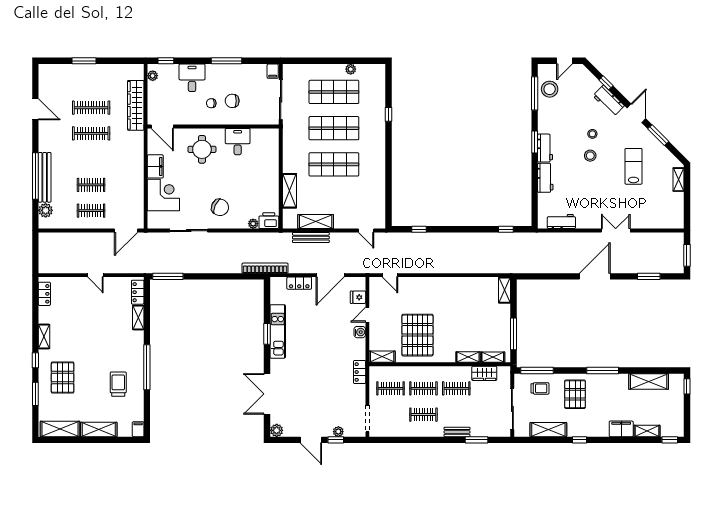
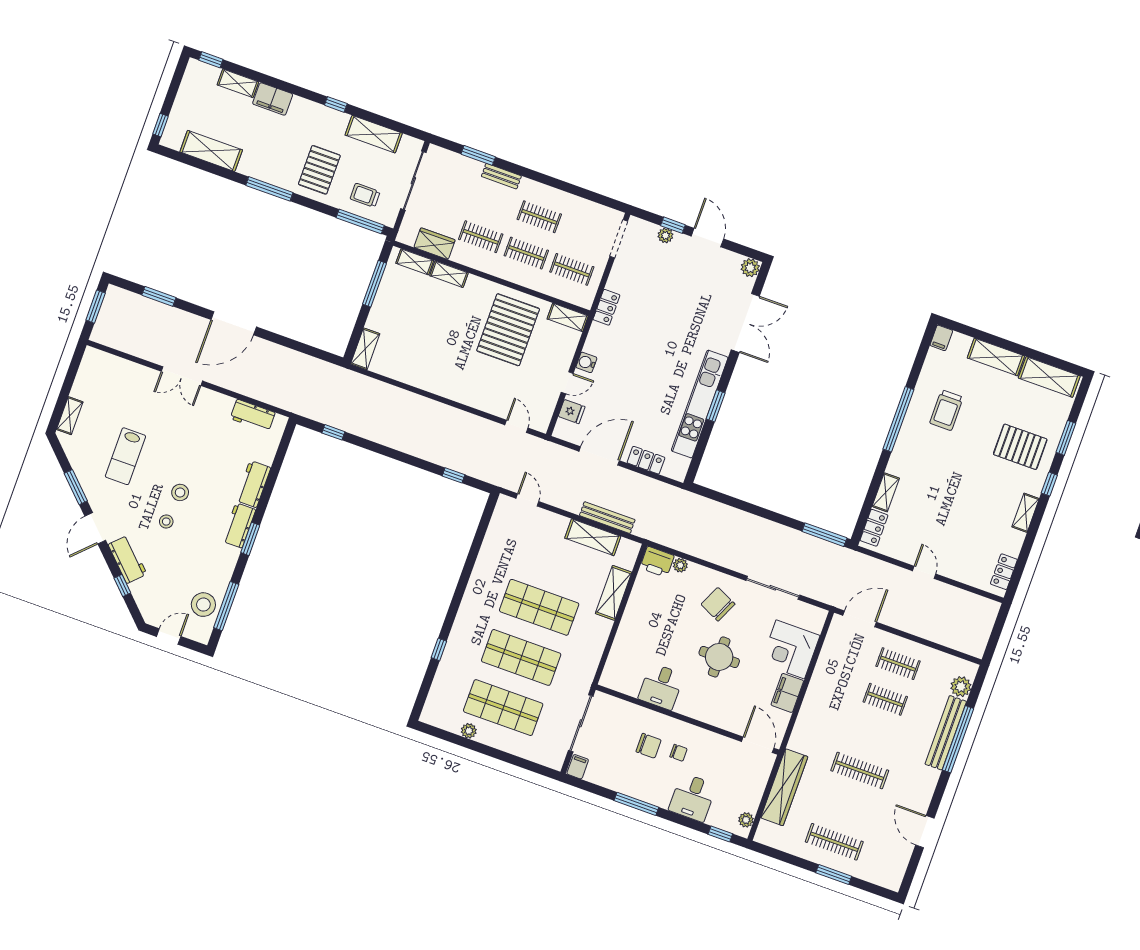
clothes rail: (91, 108) -> (834, 842), moved
round table: (202, 149) -> (719, 657), moved
bookcase: (265, 268) -> (686, 498), removed
kitchen unit: (278, 331) -> (700, 404), width x1.36
pallet: (63, 378) -> (1020, 447), turned 90

